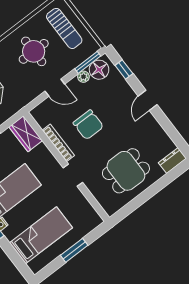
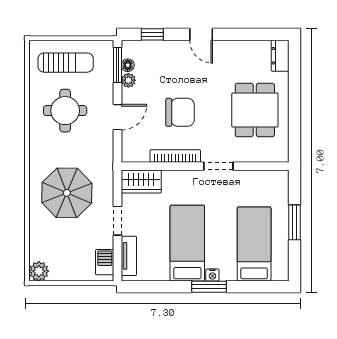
floor lamp: (99, 70) -> (128, 65), width x0.53, depth x0.53

